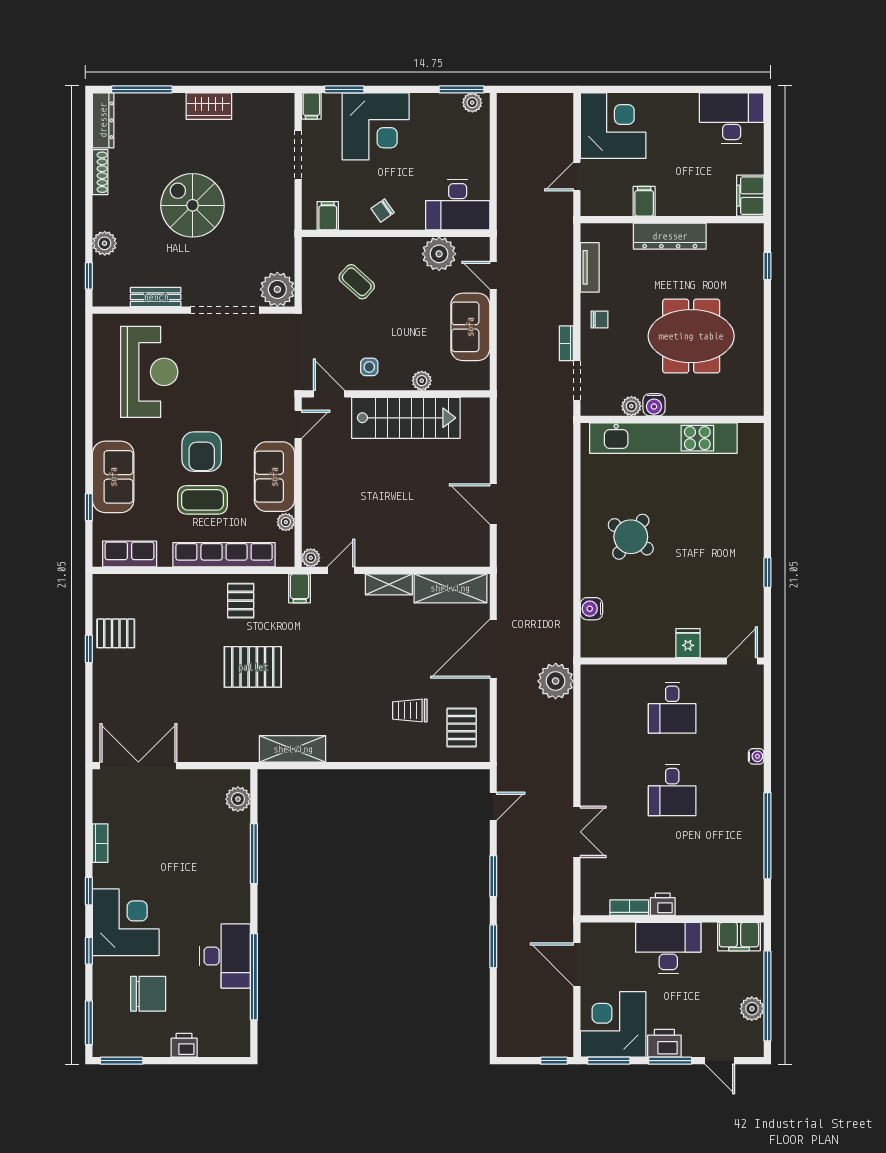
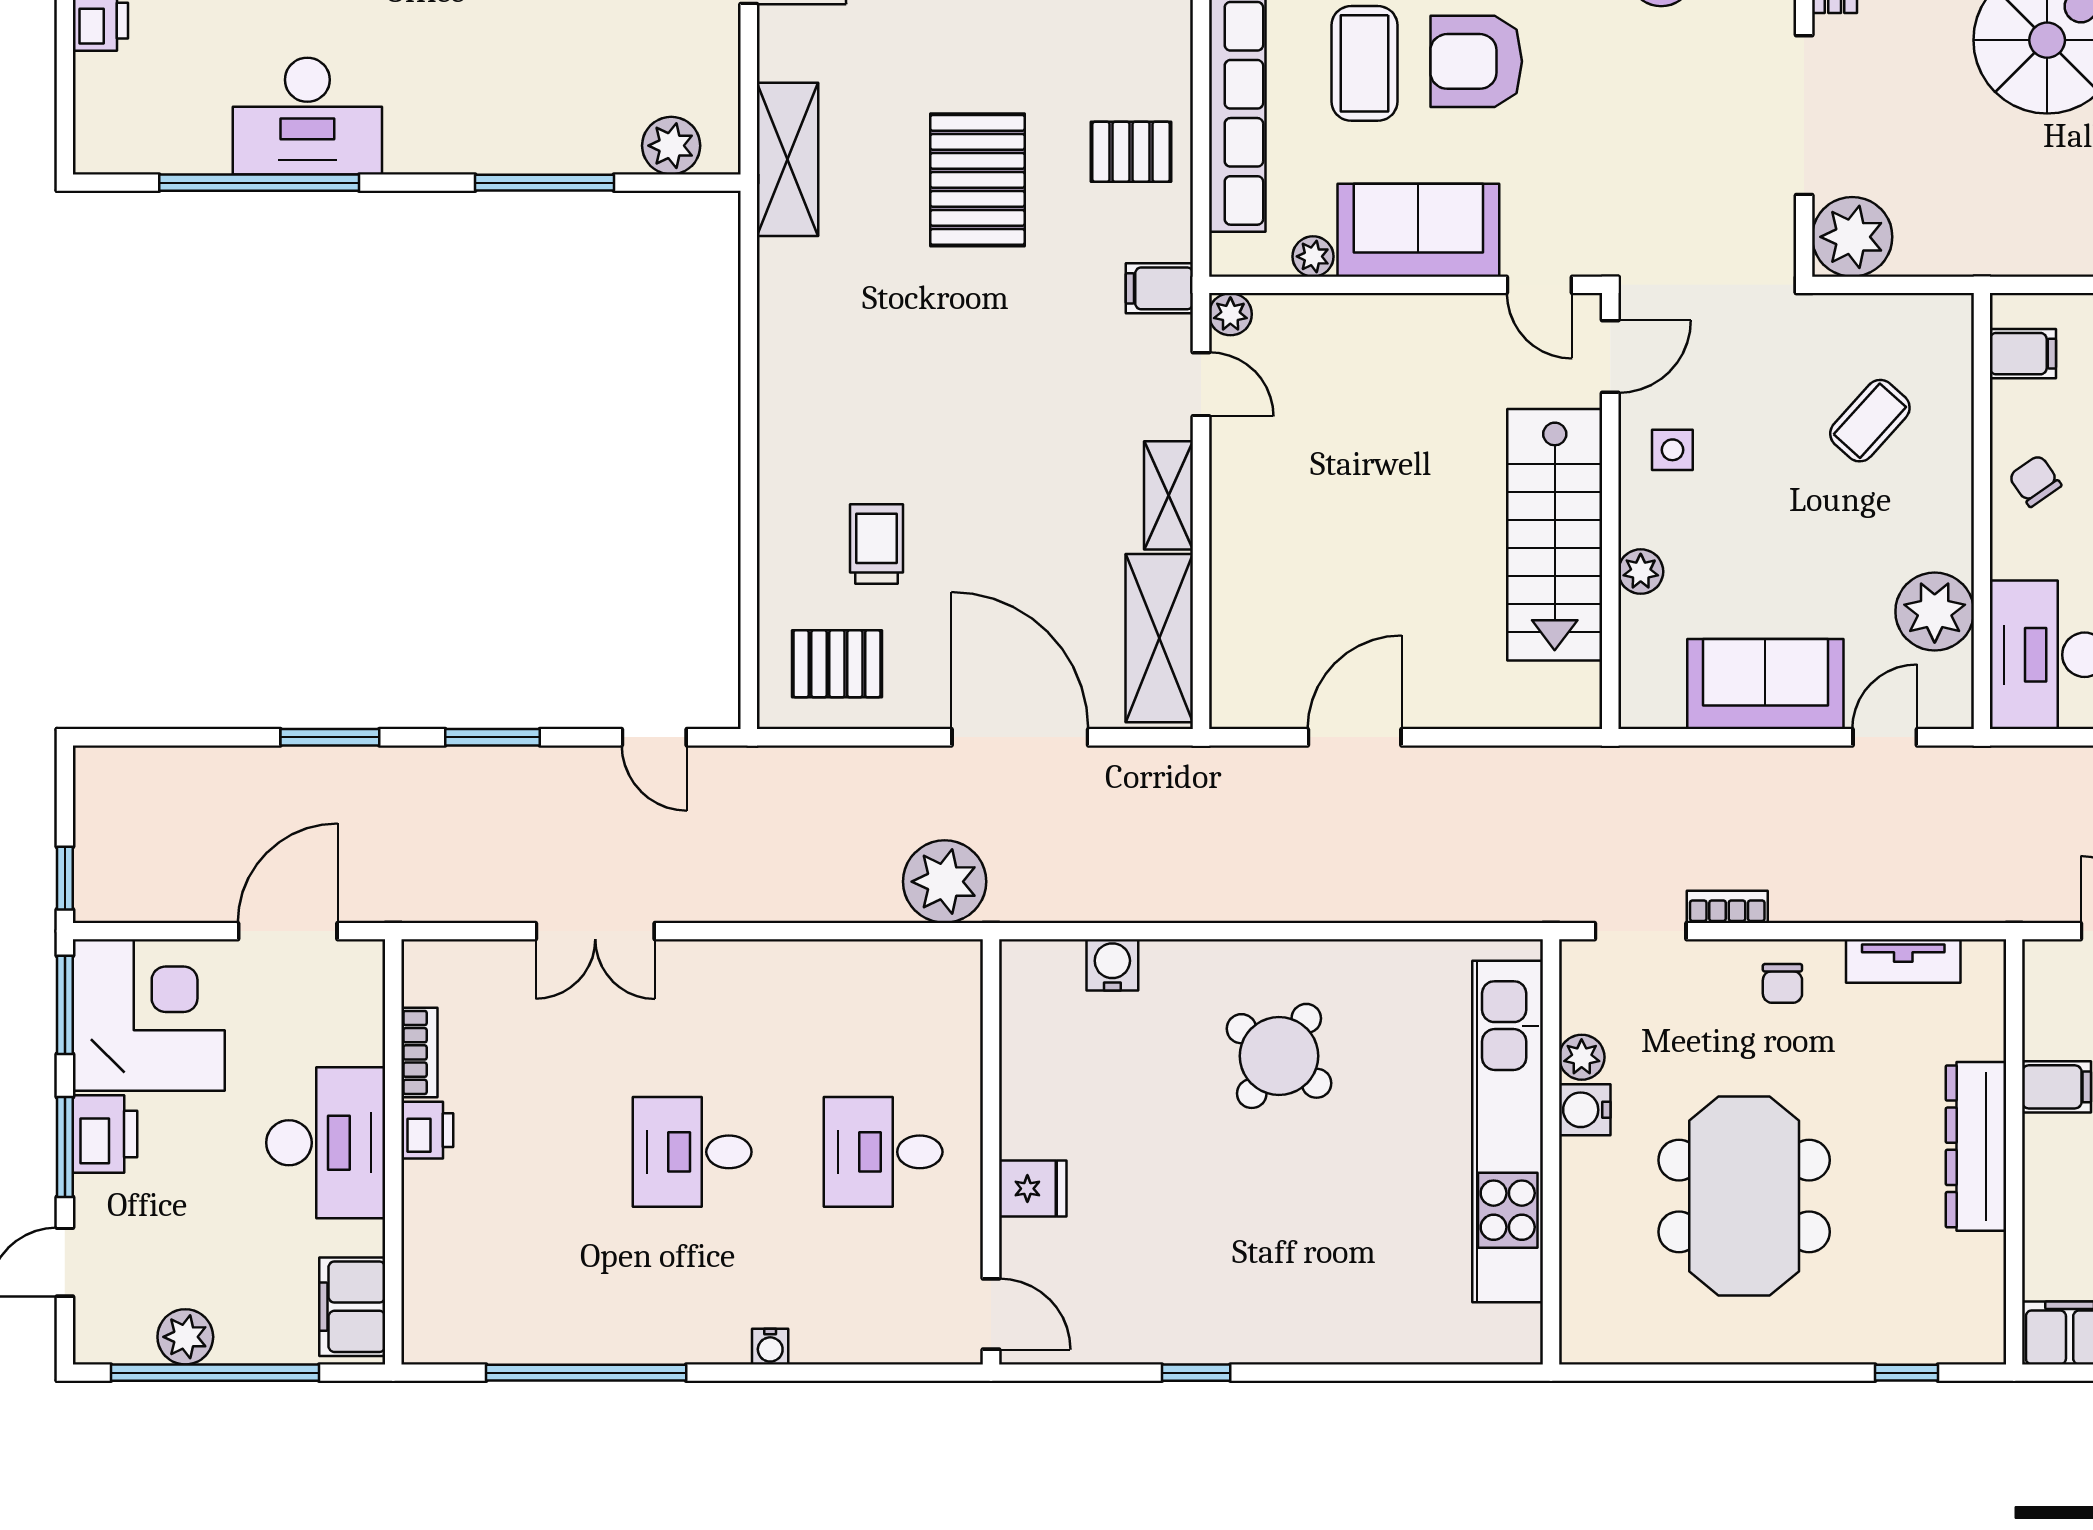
shelving: (293, 749) -> (788, 159), moved

